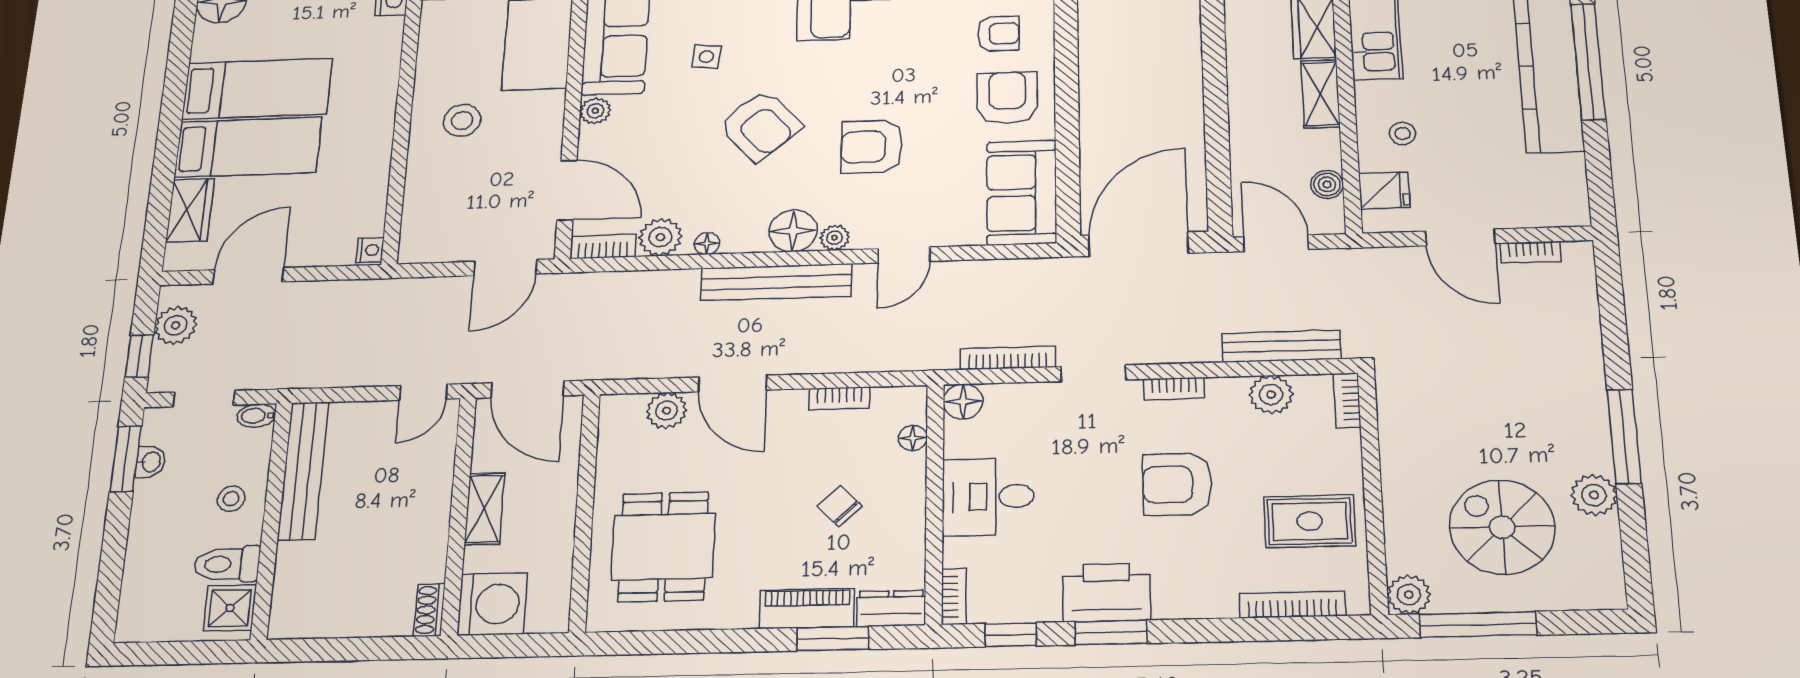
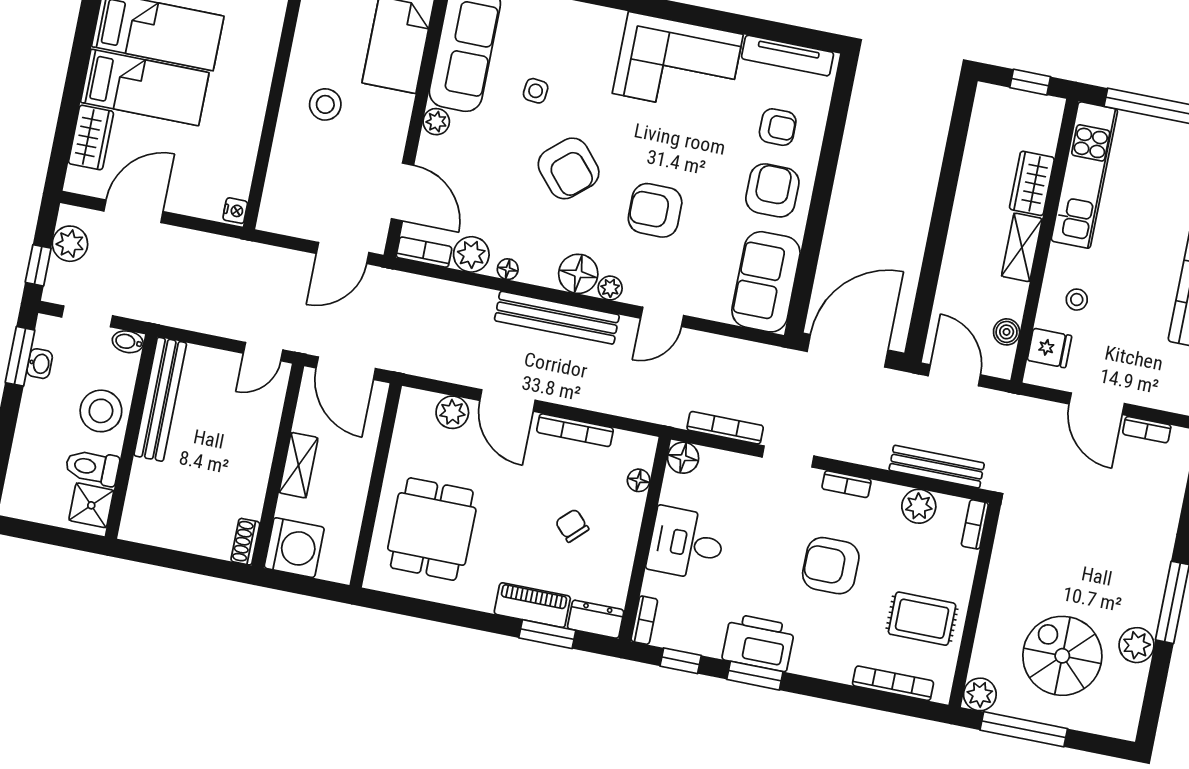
bookcase: (839, 398) -> (575, 430), width x1.56
stool: (231, 499) -> (101, 411), width x1.89, depth x1.89

